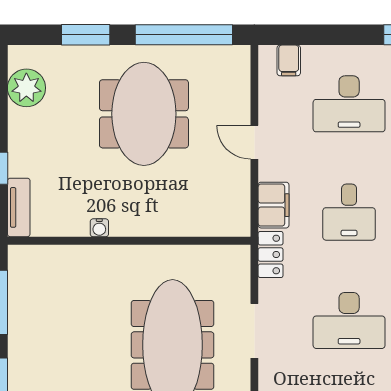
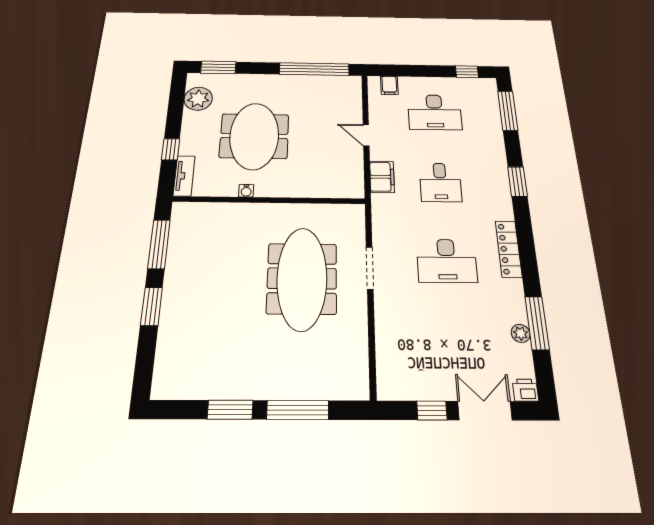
window: (86, 35) -> (218, 67), moved
meeting table: (144, 114) -> (254, 136), moved
locker: (271, 254) -> (381, 211), removed

